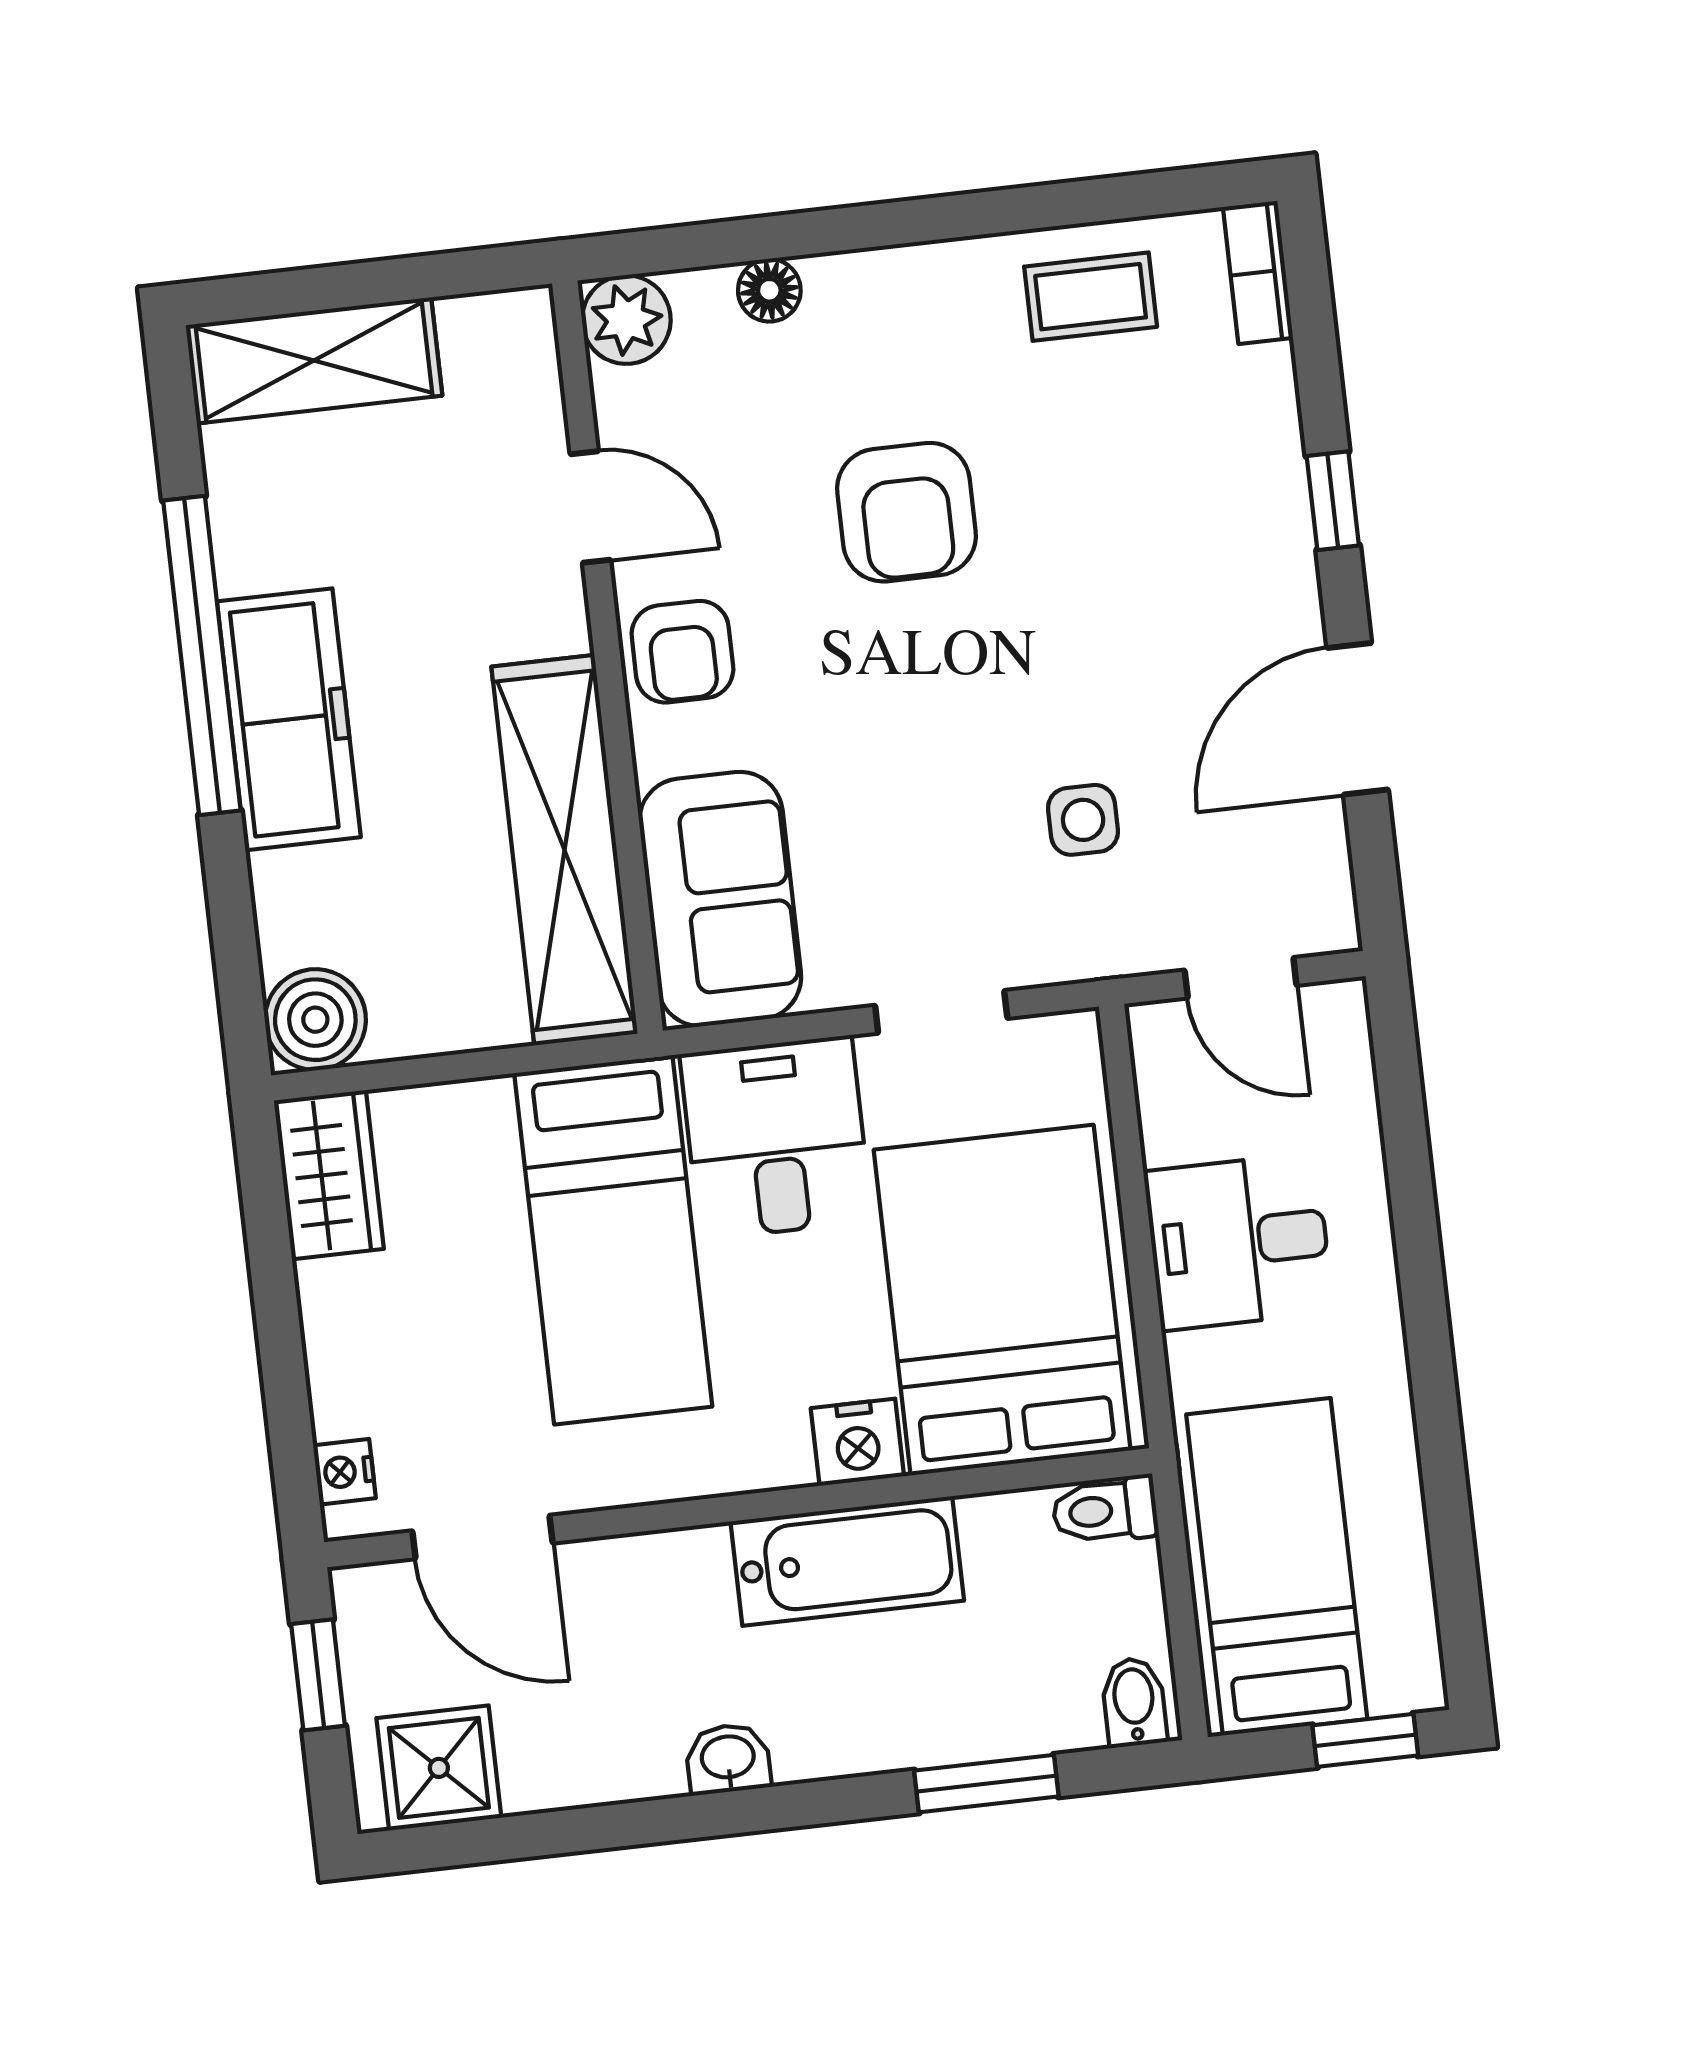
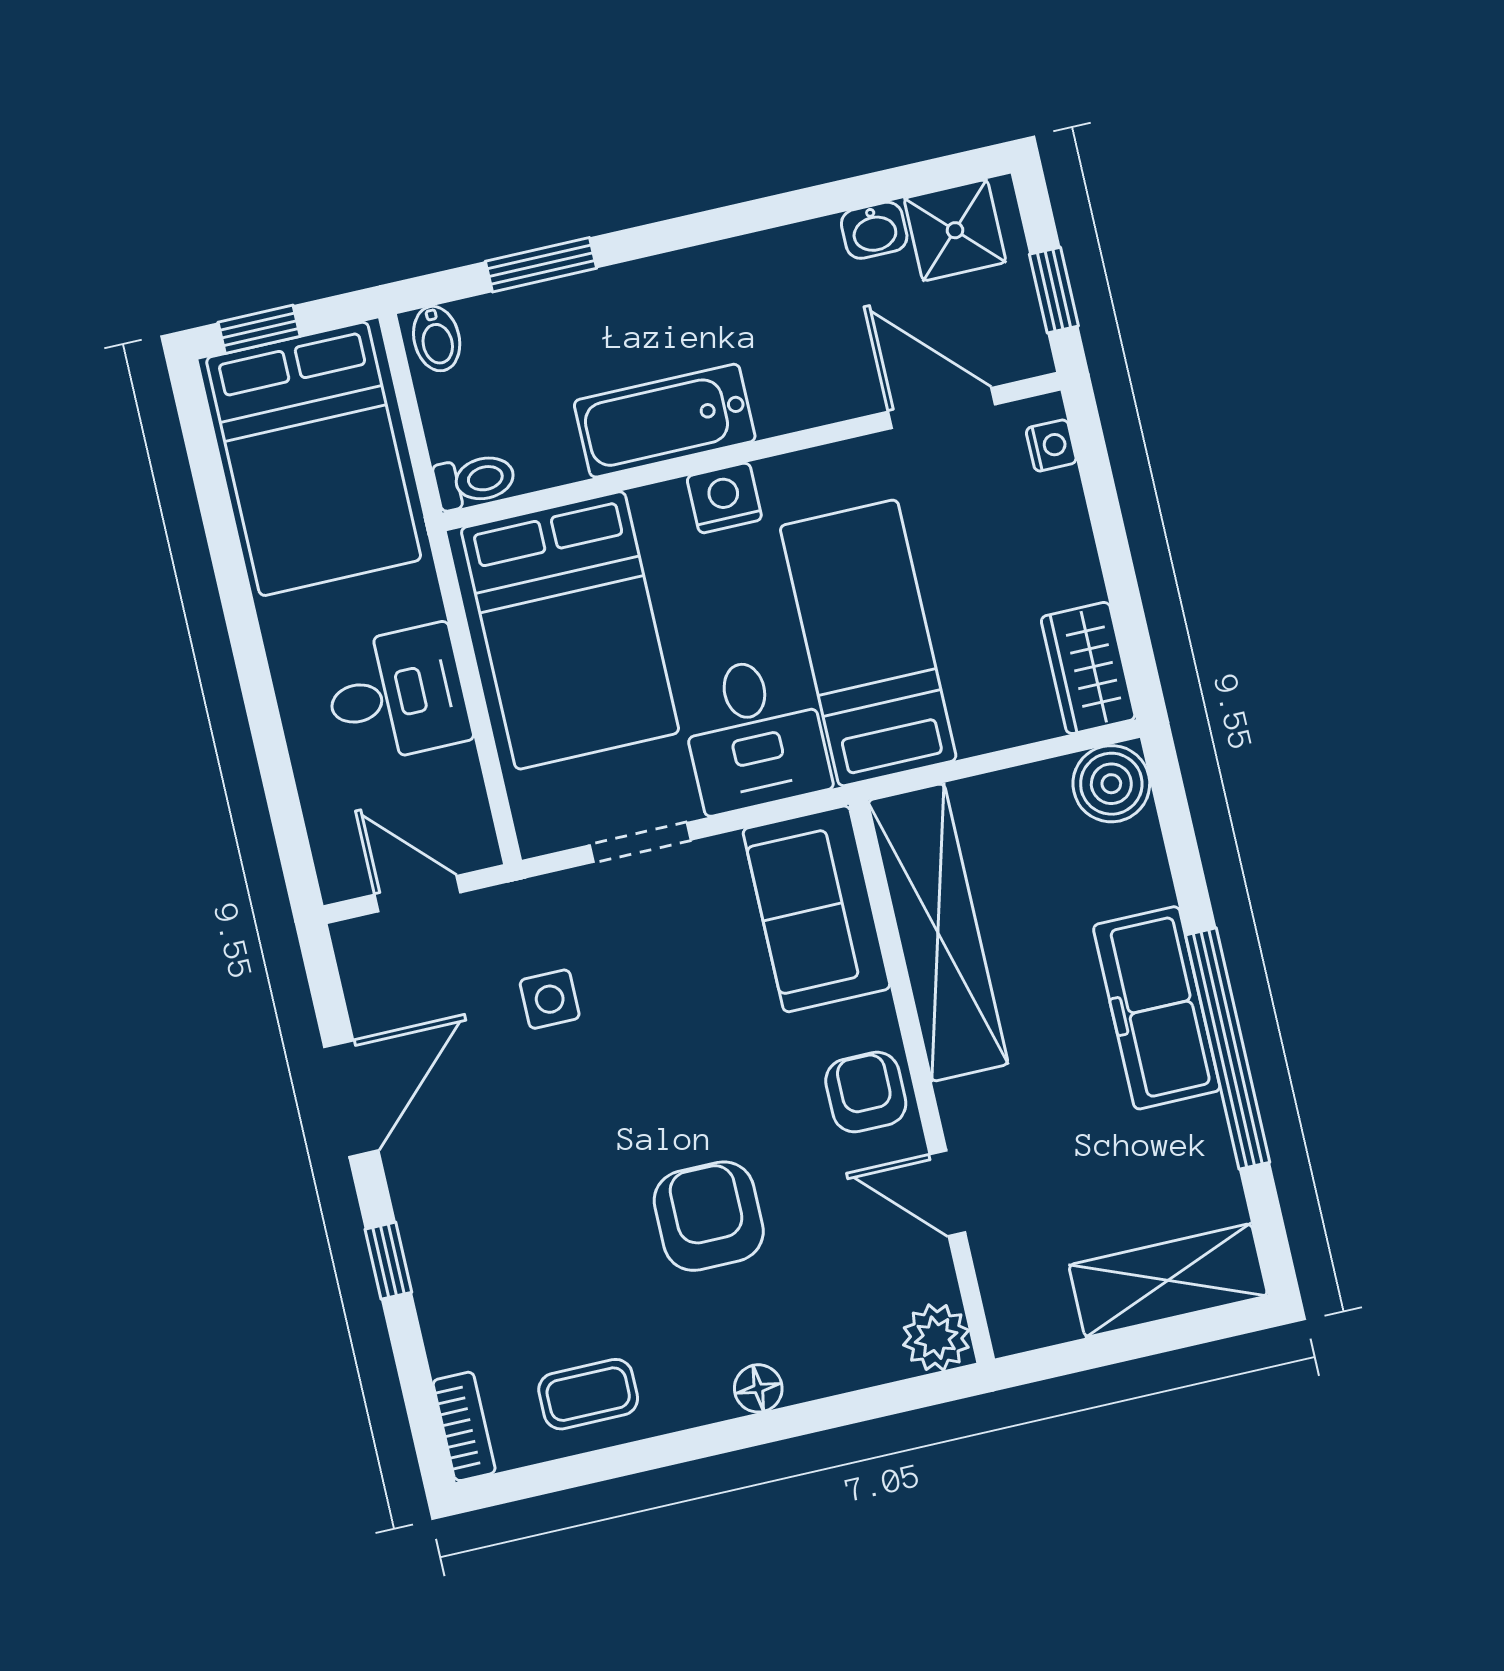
floor lamp: (769, 290) -> (758, 1388), moved
nightstand: (857, 1442) -> (724, 498), moved
bed: (1277, 1567) -> (314, 459), width x1.50
washbasin: (728, 1759) -> (874, 230), moved

